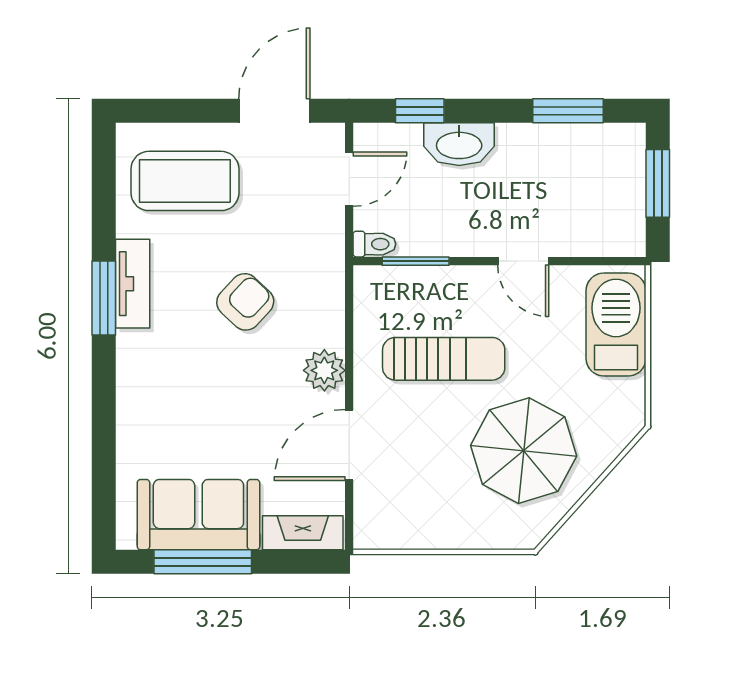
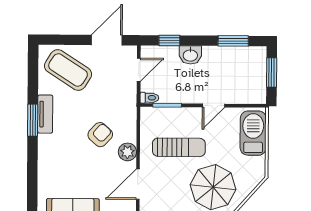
washbasin: (459, 144) -> (190, 55), width x0.72
coffee table: (185, 181) -> (68, 70), turned 33
door: (523, 261) -> (213, 106), hinge flipped
armchair: (245, 302) -> (100, 135), moved

